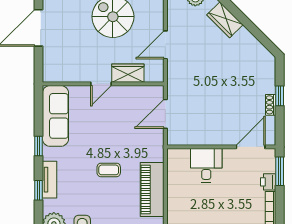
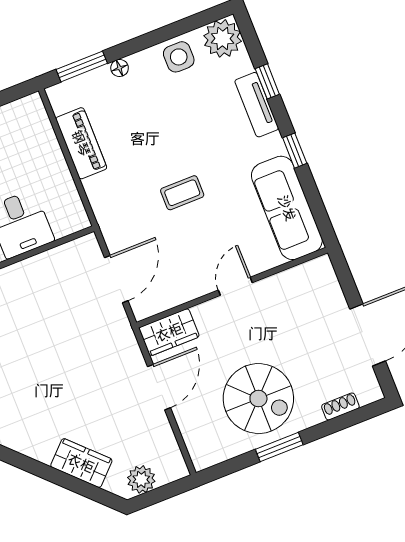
wardrobe: (128, 73) -> (169, 332), moved
coffee table: (109, 170) -> (182, 193), moved
piano: (152, 189) -> (81, 143), width x0.73, depth x0.75

